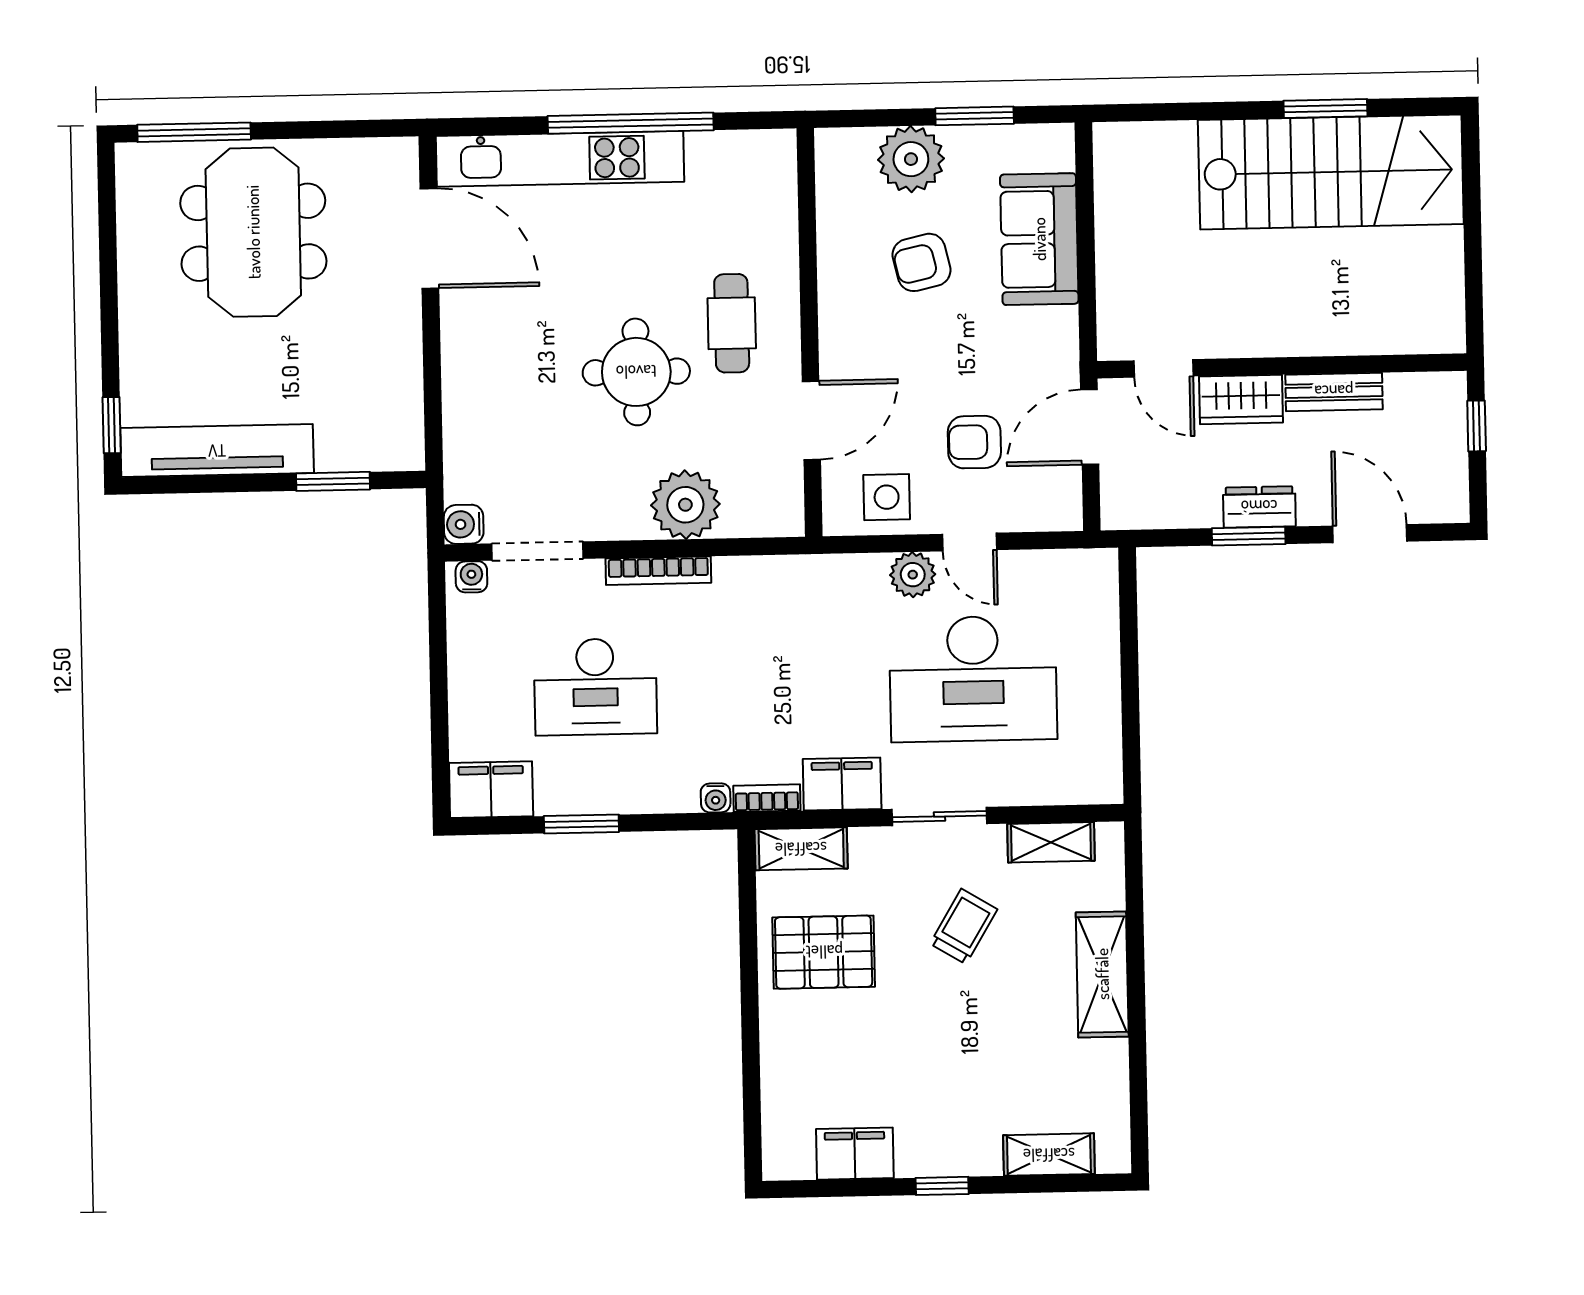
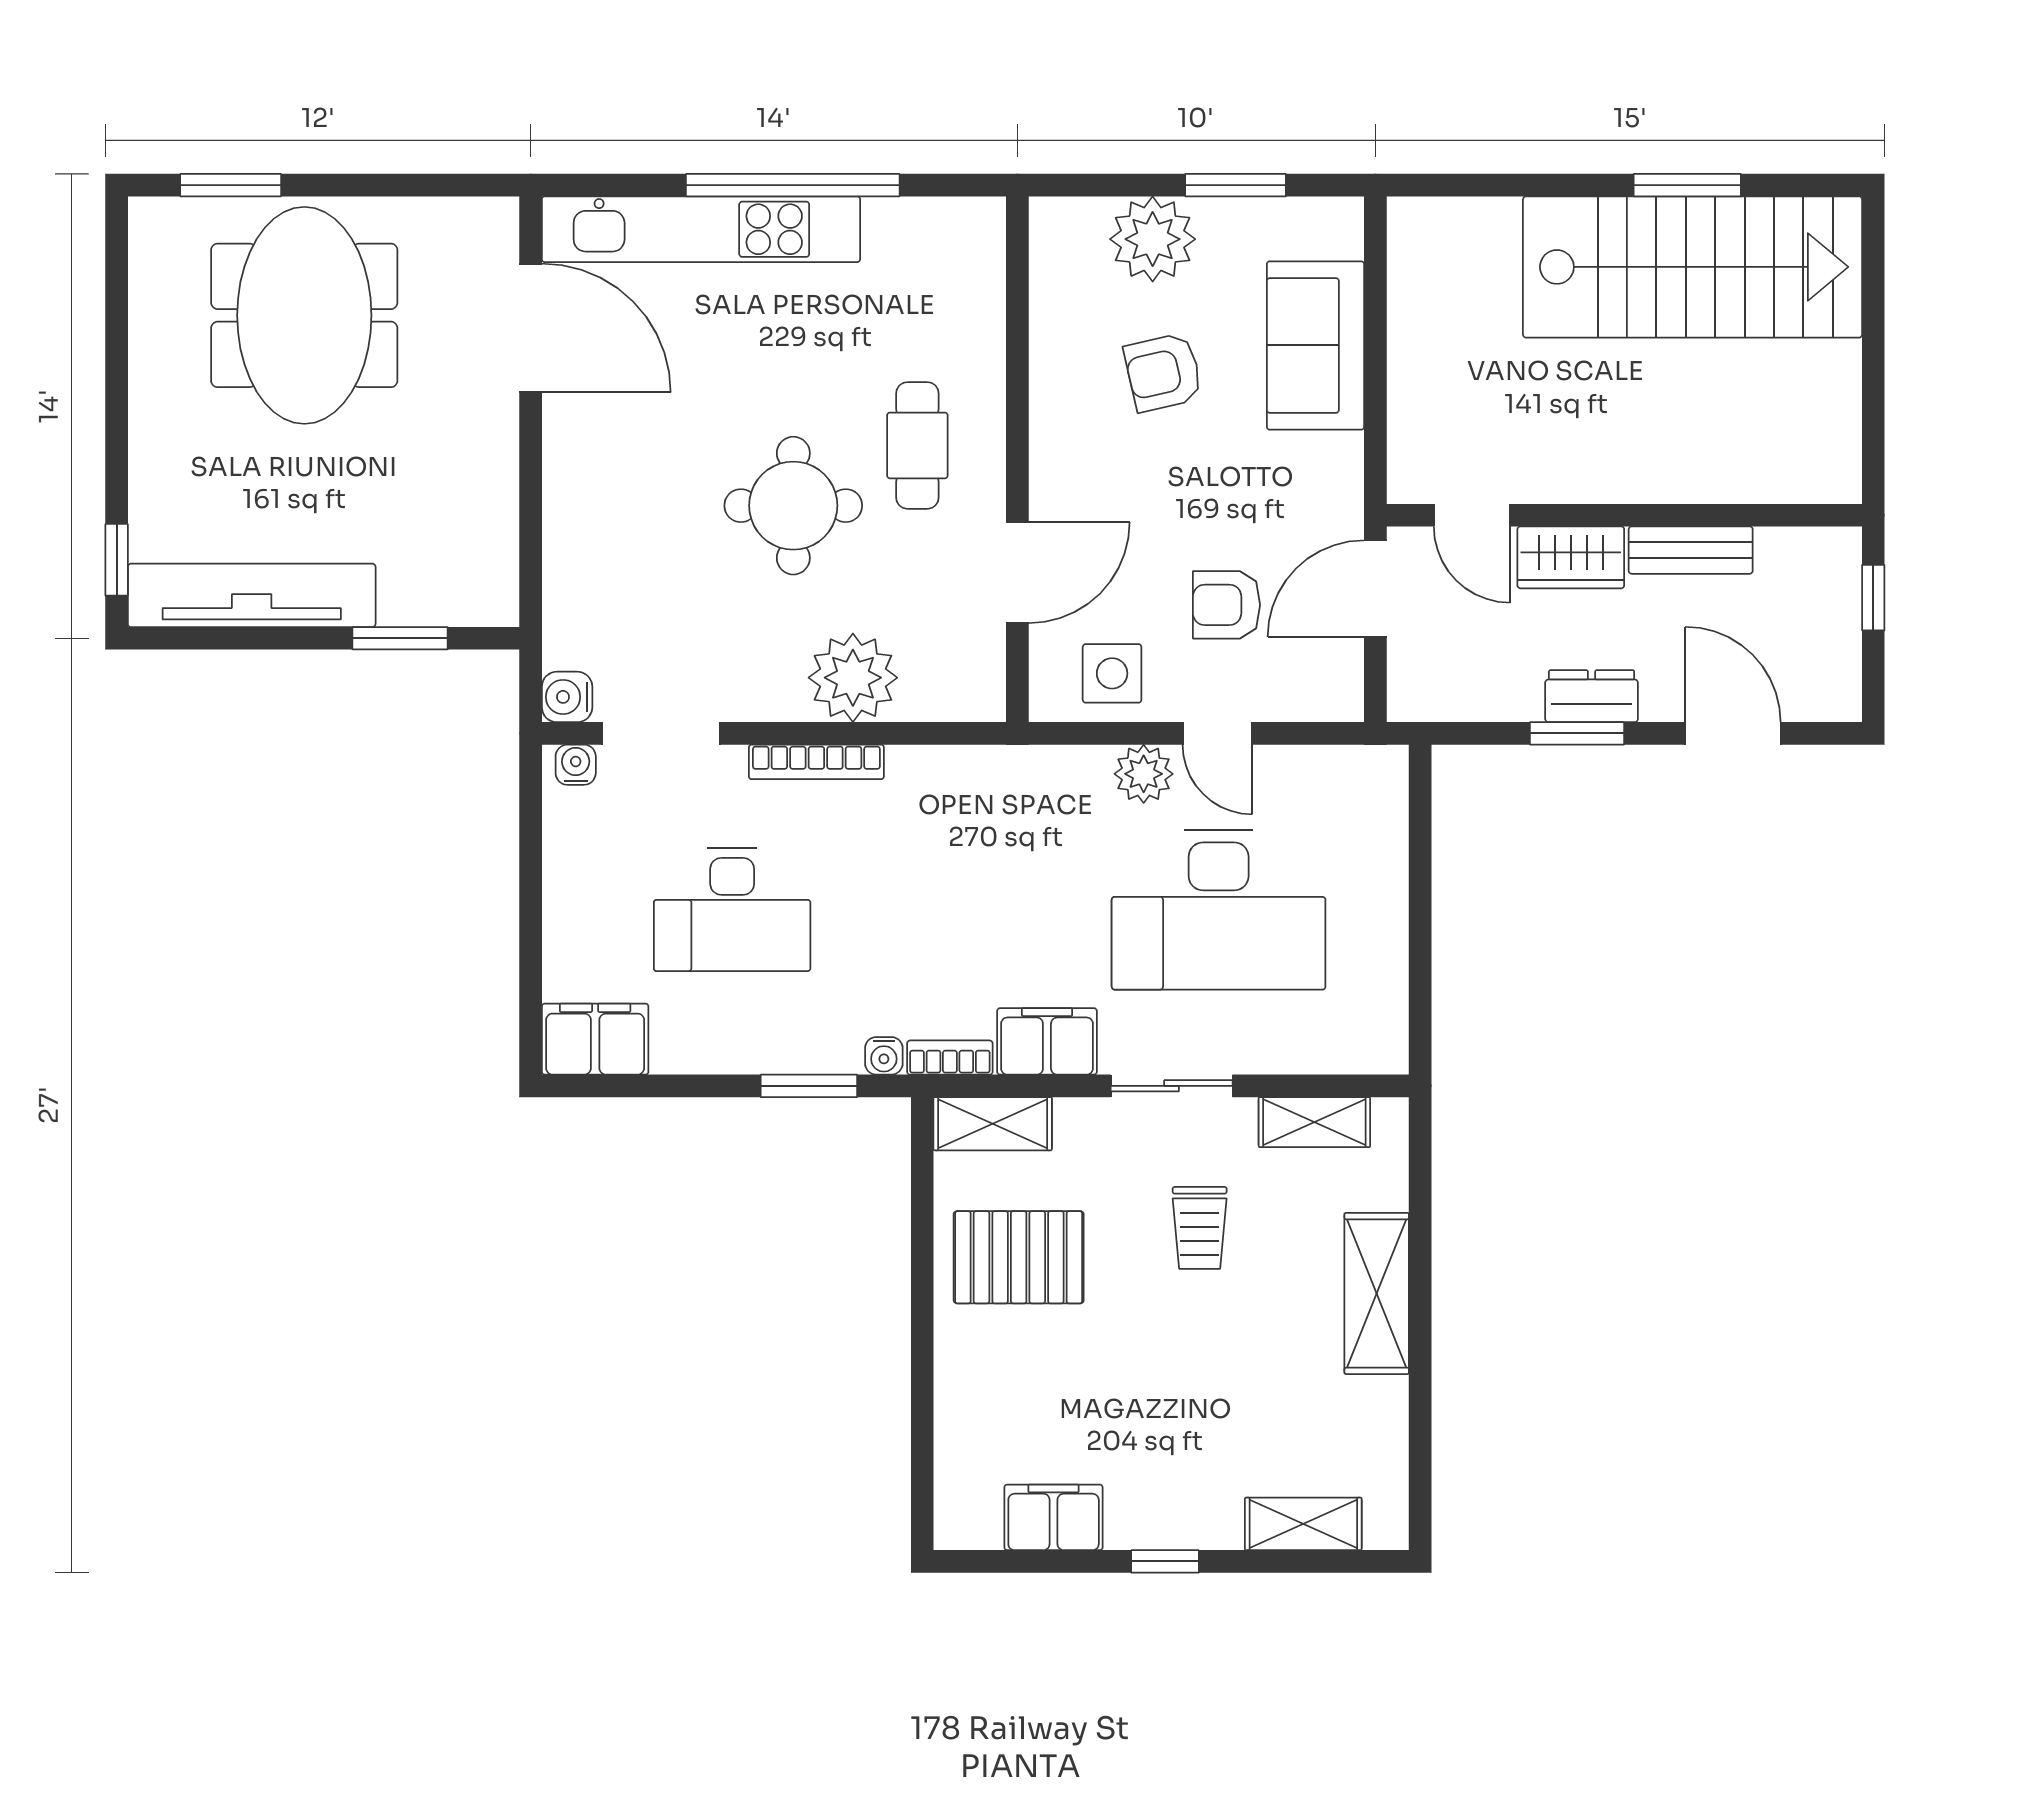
window: (194, 132) -> (231, 185), width x0.69
window: (581, 824) -> (809, 1086), moved
trolley: (964, 926) -> (1200, 1228), turned 149

